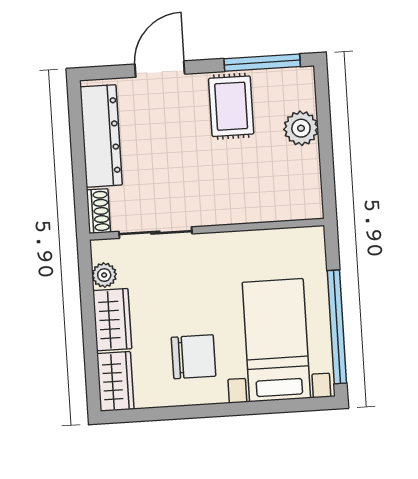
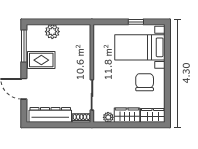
window: (337, 327) -> (136, 22), width x0.32

